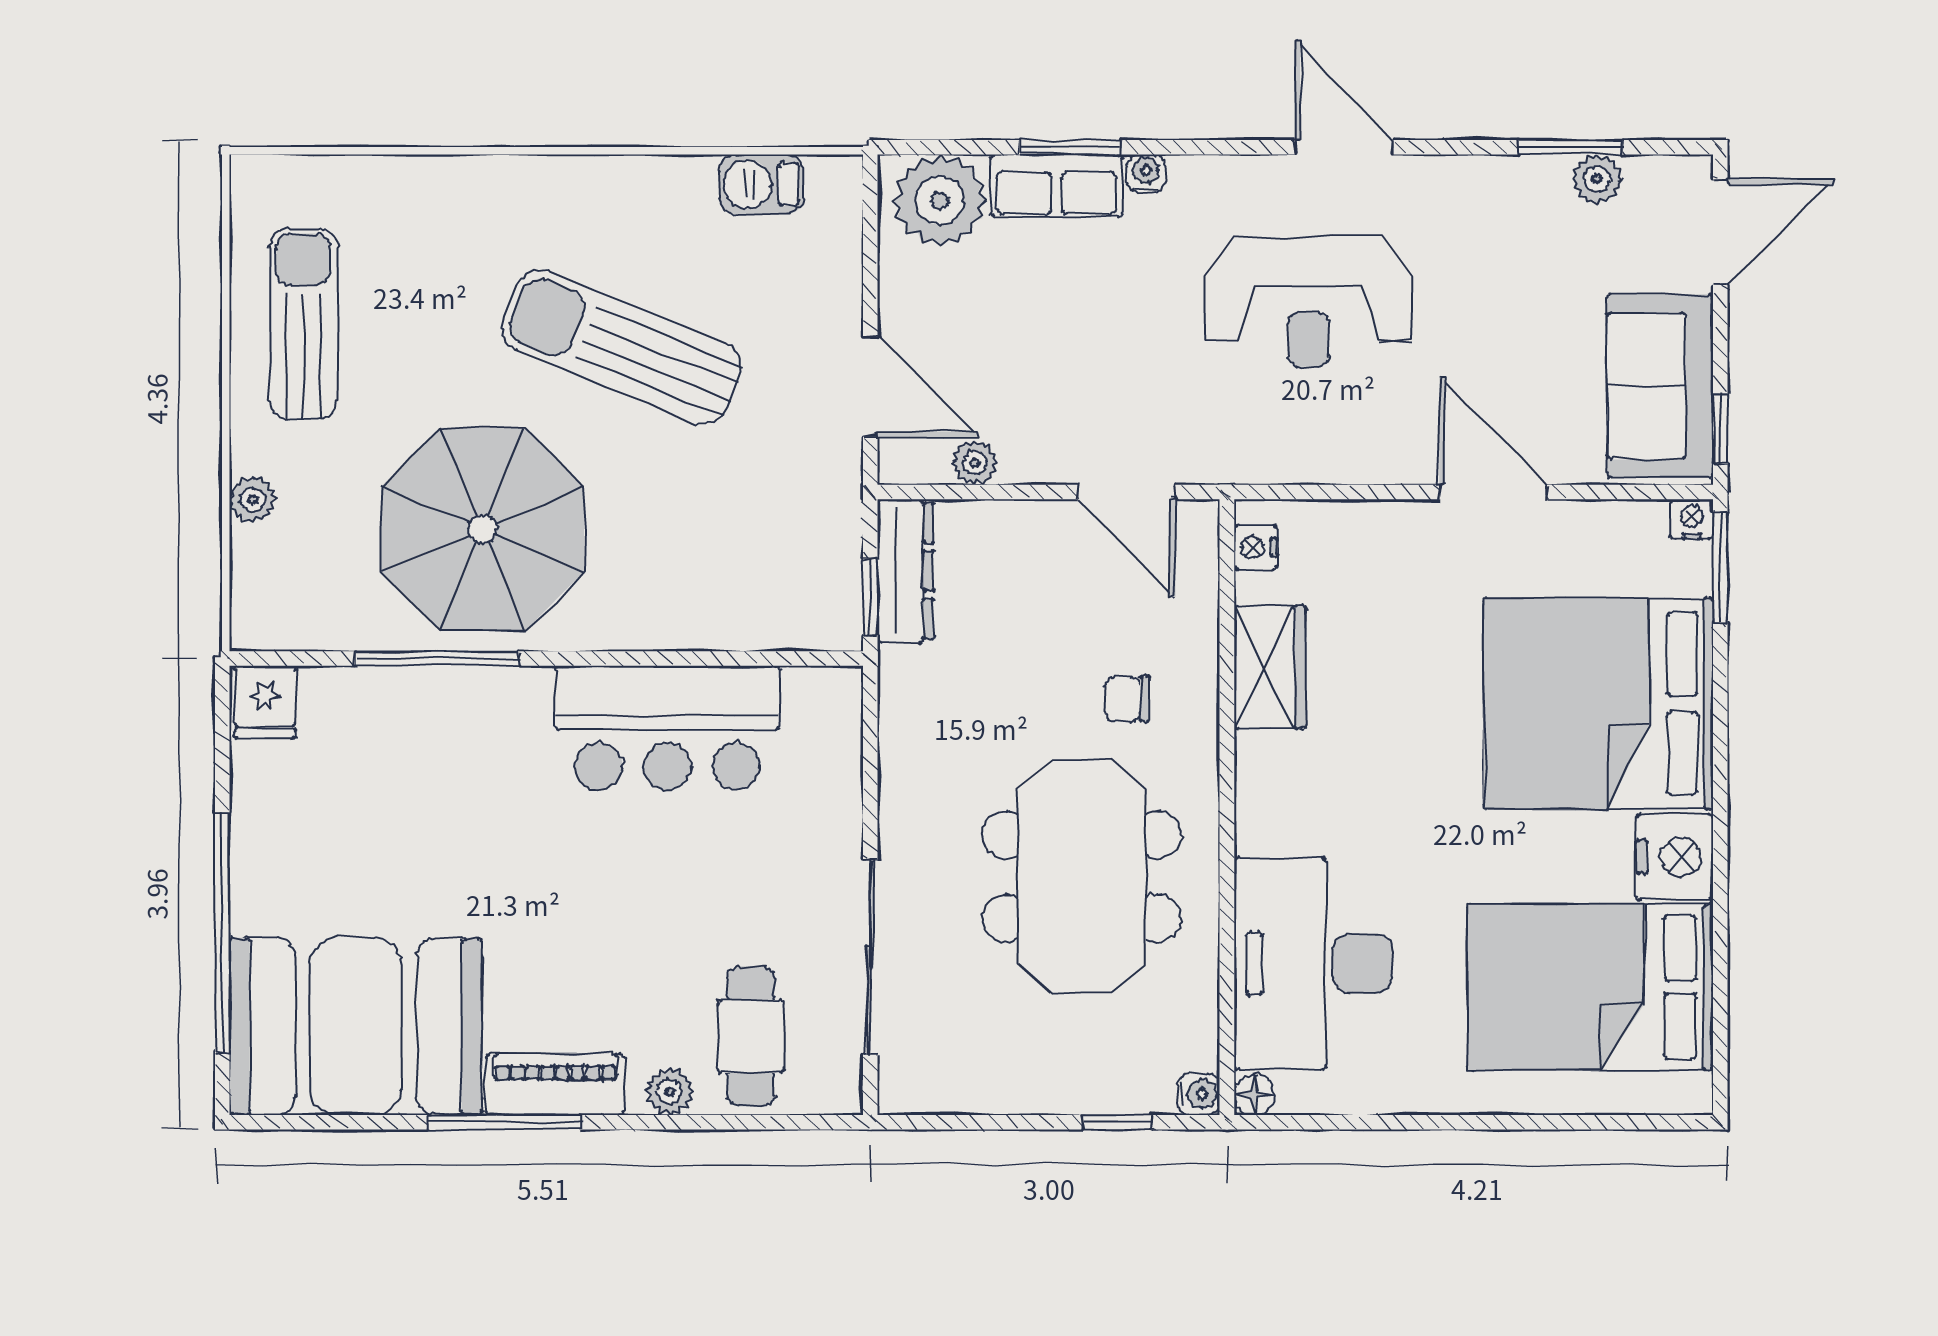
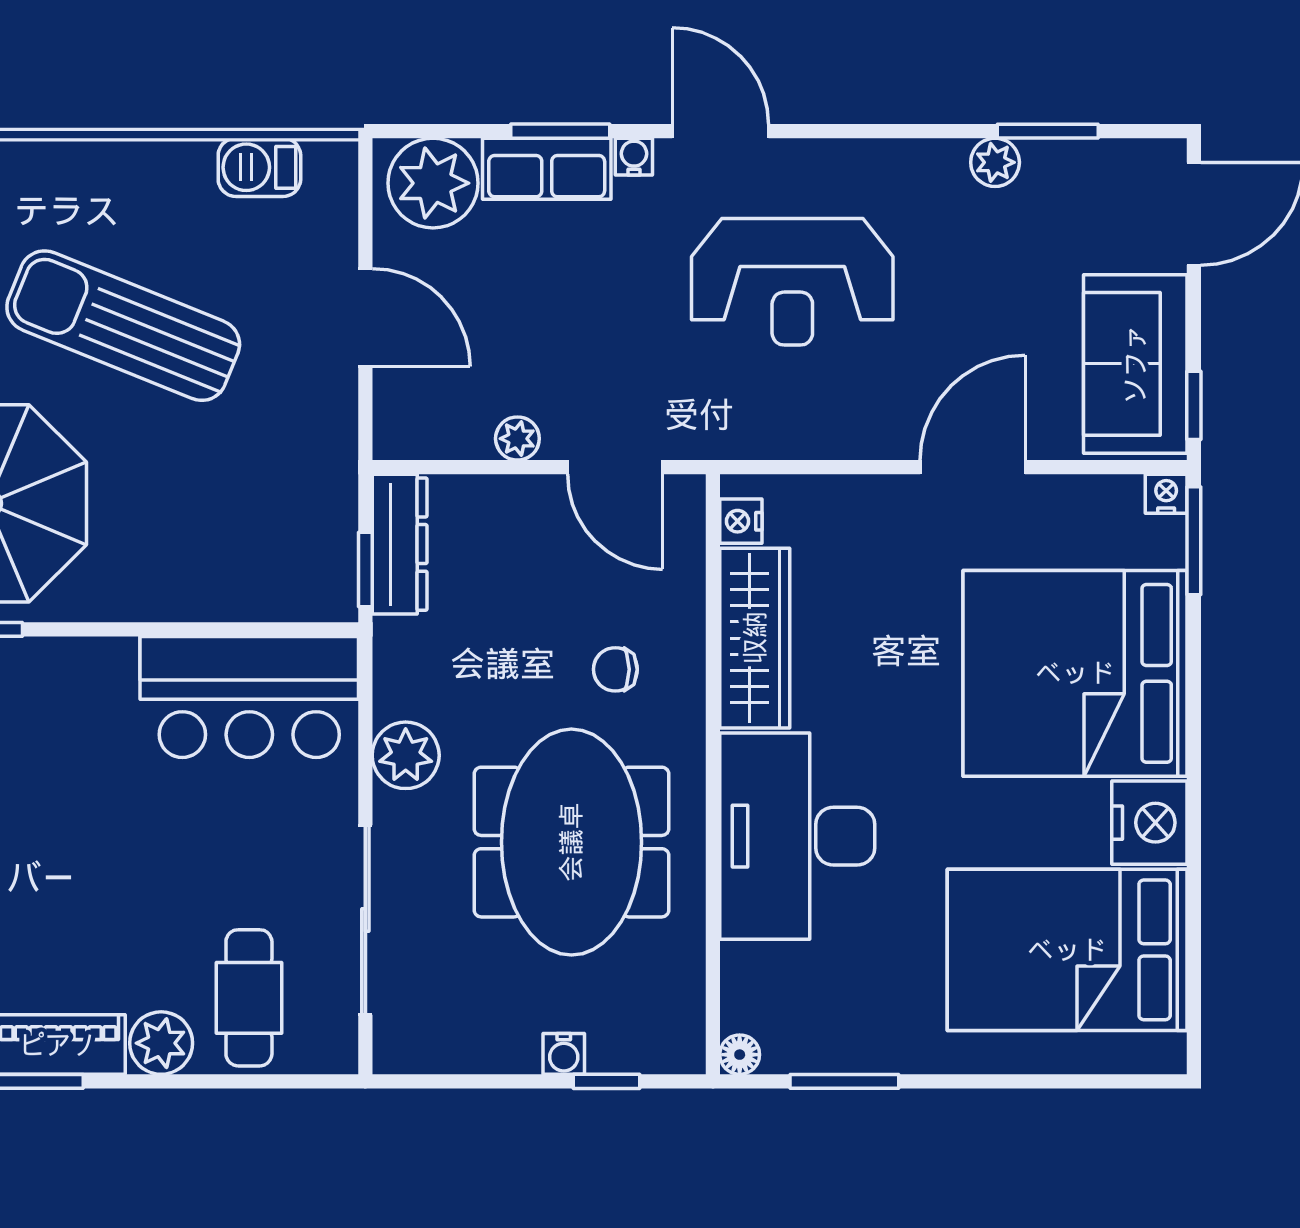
door: (1344, 147) -> (720, 131), moved
plant: (1597, 179) -> (995, 162), moved
door: (870, 387) -> (365, 317), moved
plant: (975, 463) -> (517, 439), moved
door: (1493, 492) -> (973, 467), hinge flipped
wardrobe: (1270, 667) -> (755, 638), width x1.50
bar counter: (668, 728) -> (249, 697), moved
plant: (912, 788) -> (406, 755), added
desk: (1313, 964) -> (797, 836), moved
plant: (669, 1092) -> (161, 1043), width x1.38, depth x1.38
water cooler: (1199, 1094) -> (564, 1054), moved, turned 90
window: (1362, 1122) -> (844, 1081), added

